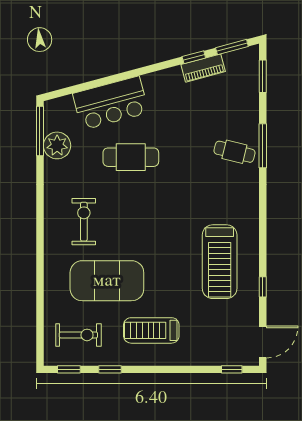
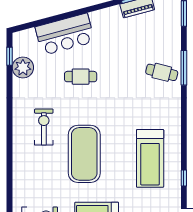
window: (40, 131) -> (10, 56), width x0.46
cafe table: (131, 157) -> (81, 77), width x0.73, depth x0.74
exercise mat: (107, 281) -> (84, 154), moved, turned 90

